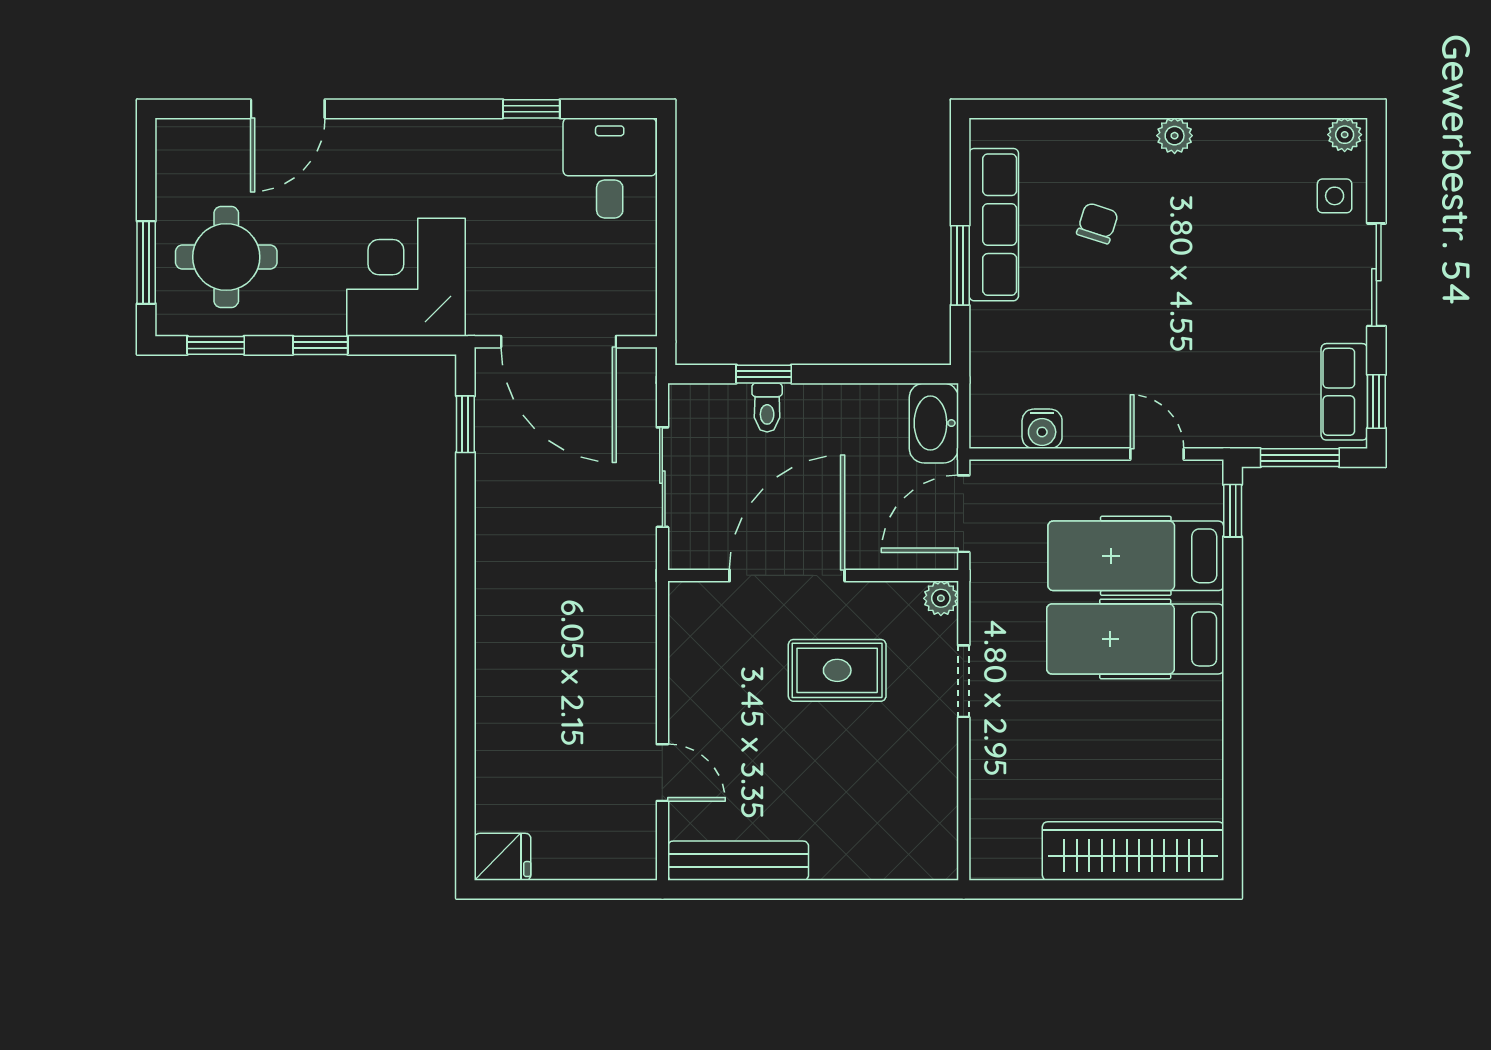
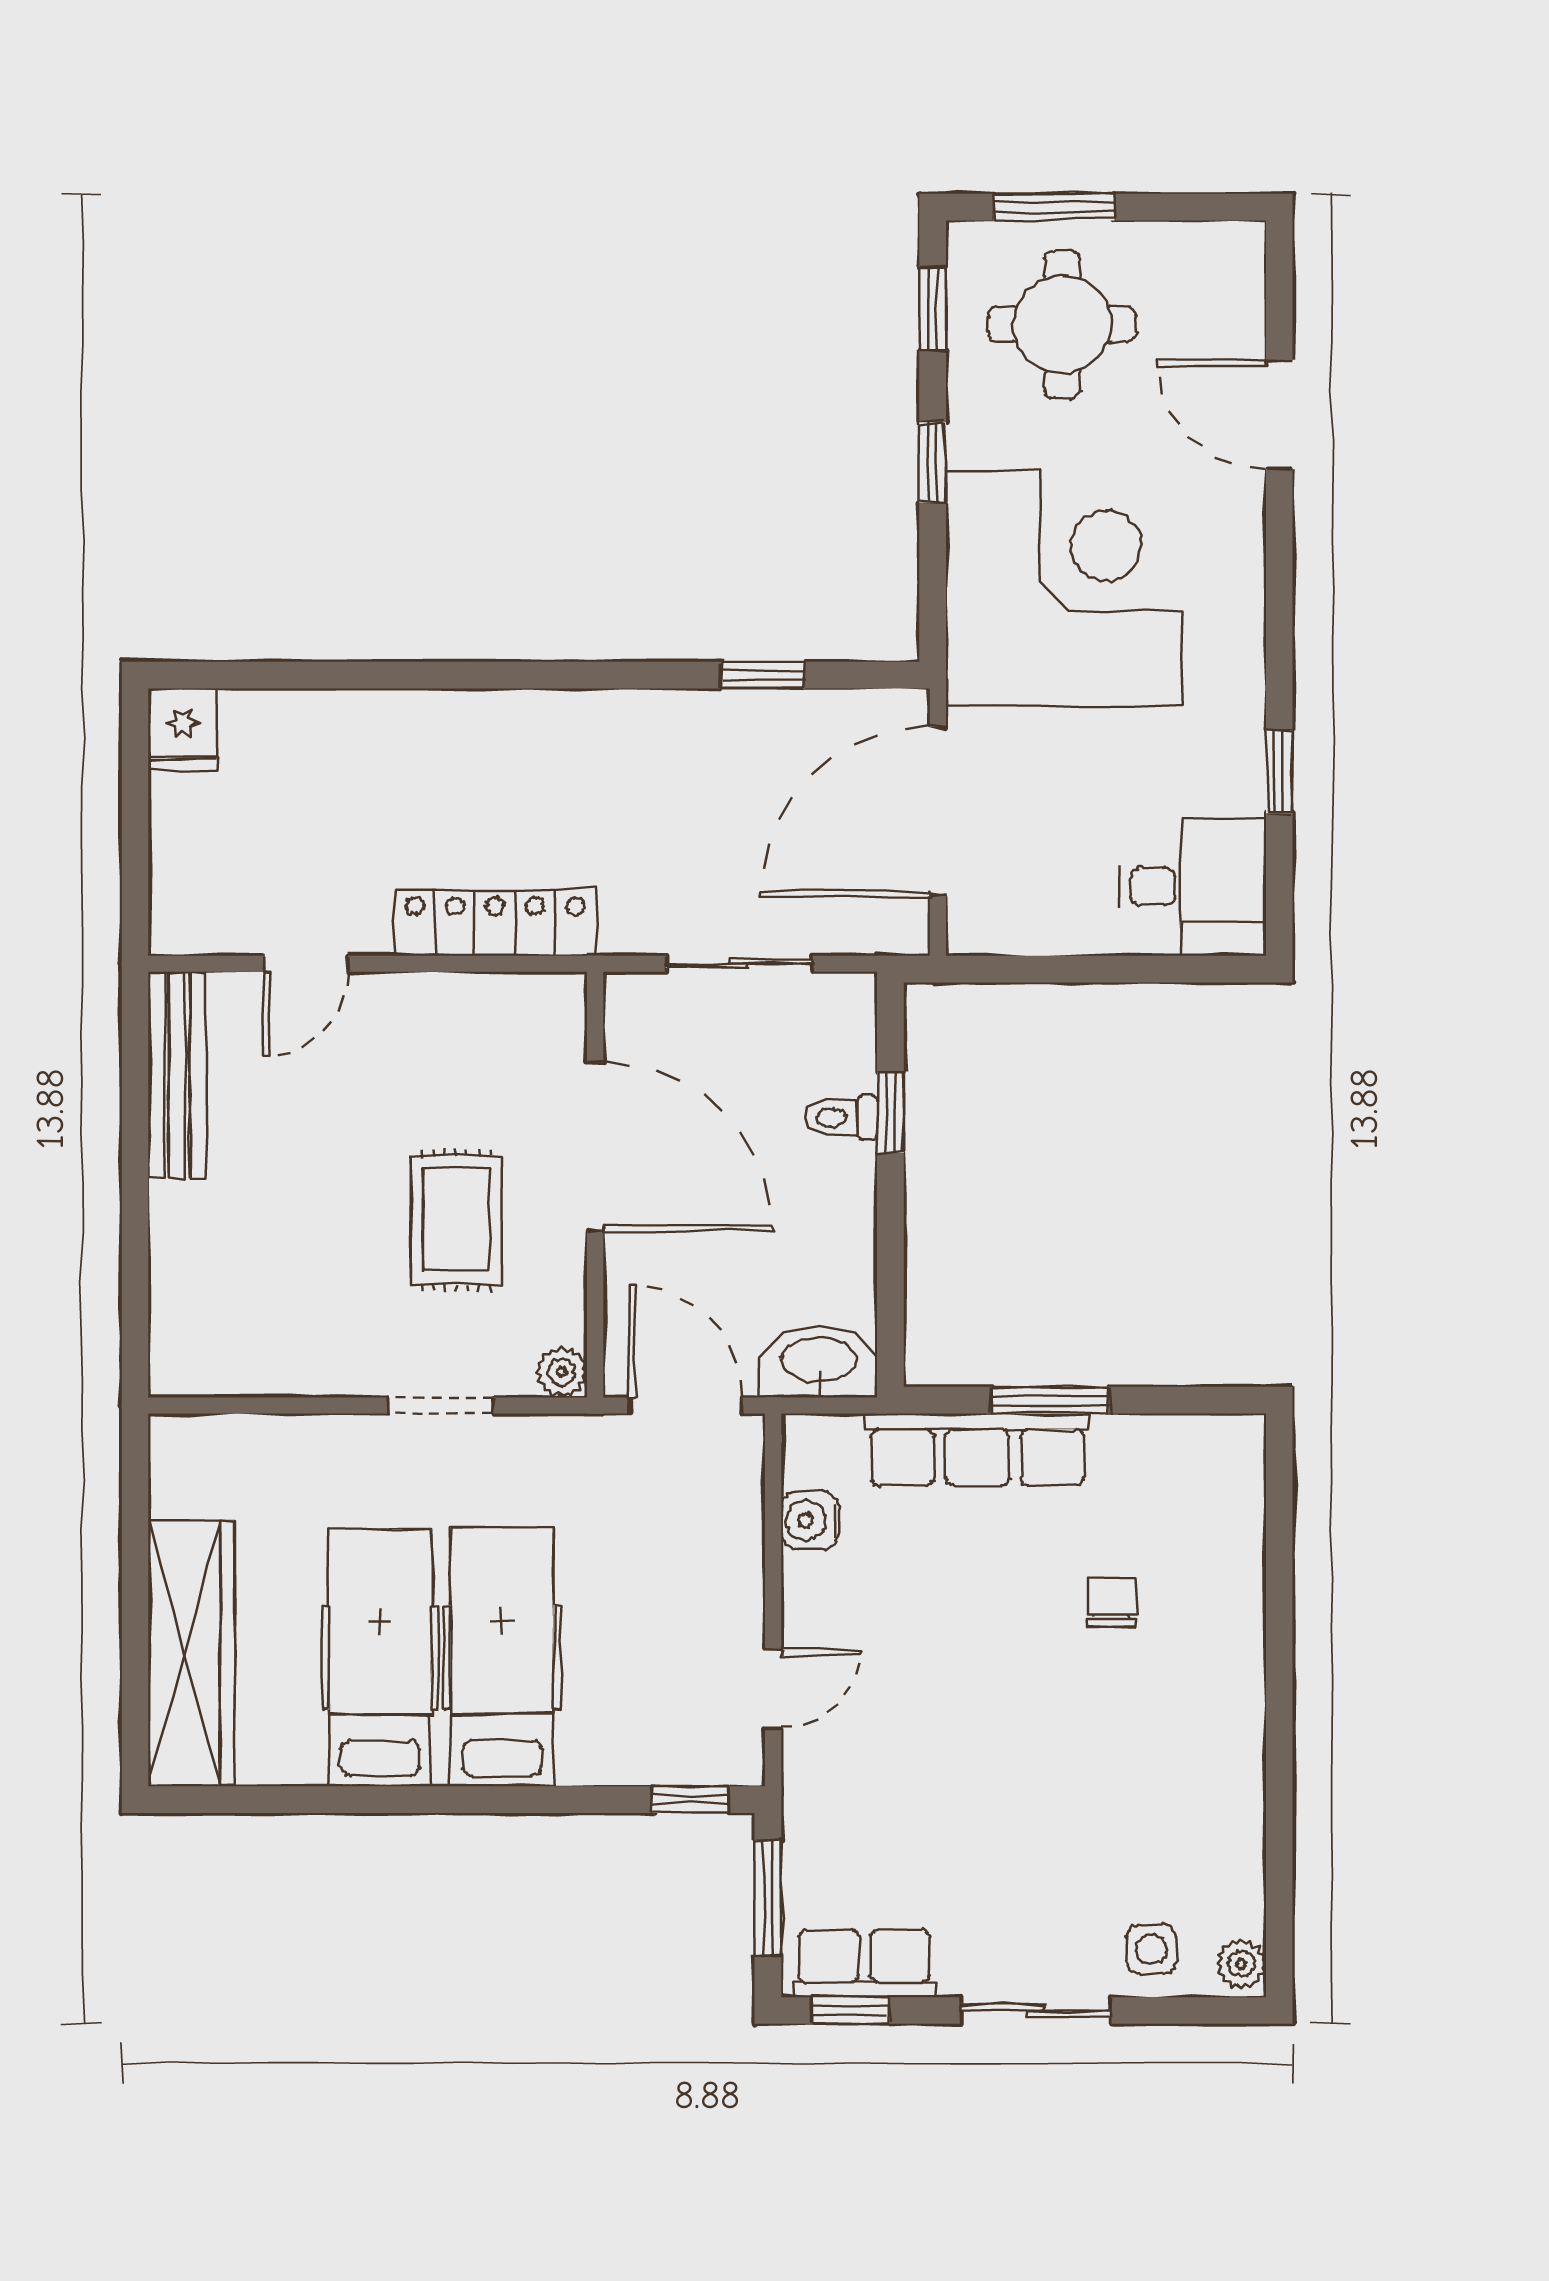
plant: (1175, 136) -> (1240, 1715), removed
chair: (1097, 223) -> (1111, 1602), turned -108
row of seats: (994, 225) -> (977, 1450), moved
corner desk: (406, 277) -> (1064, 588), width x1.36, depth x1.36
window: (465, 424) -> (763, 675), moved
hospital bed: (1136, 556) -> (380, 1658), moved
locker: (634, 644) -> (495, 923), added

